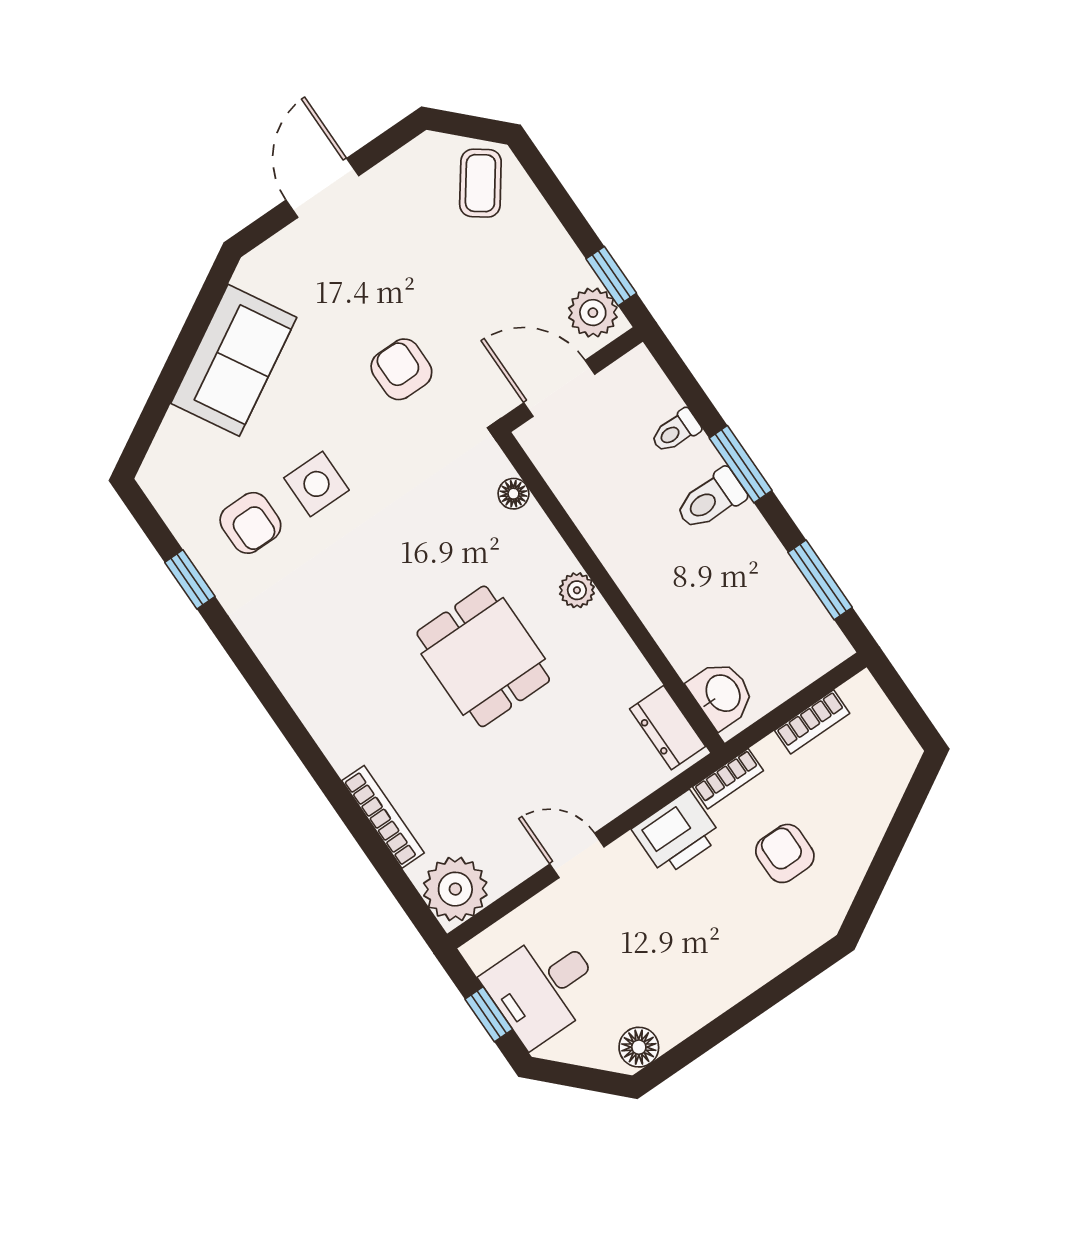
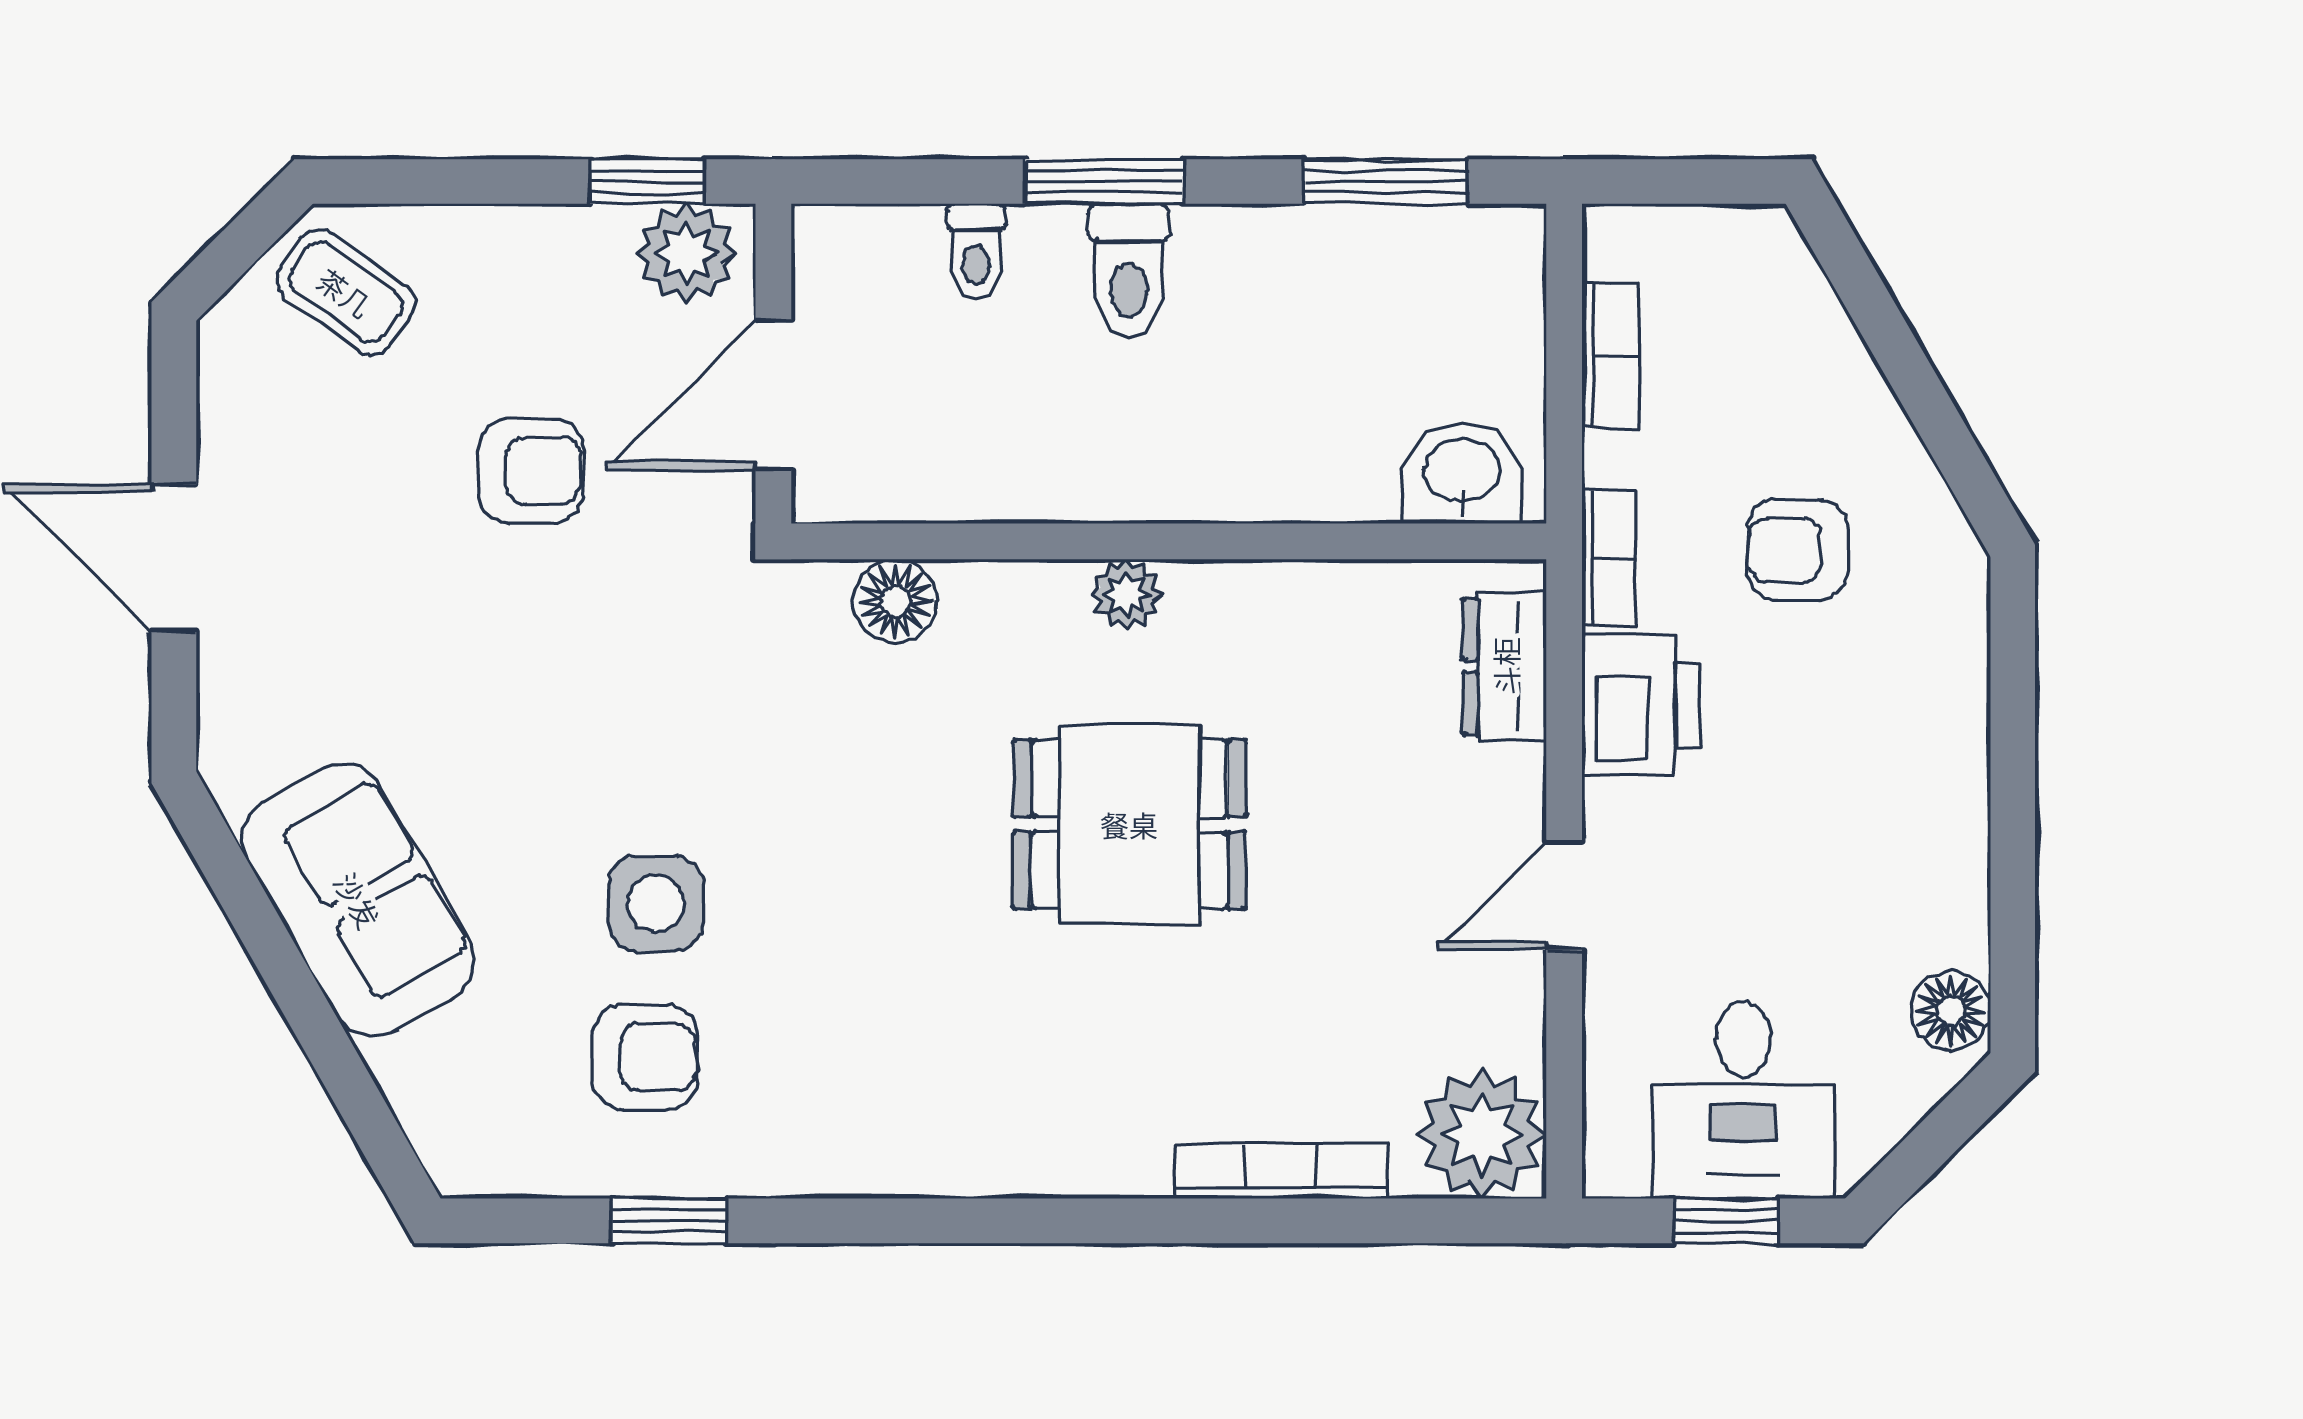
armchair: (401, 369) -> (531, 471), moved, turned 180
floor lamp: (513, 494) -> (895, 601), width x1.37, depth x1.37
dresser: (668, 728) -> (1505, 666), moved, turned 90

